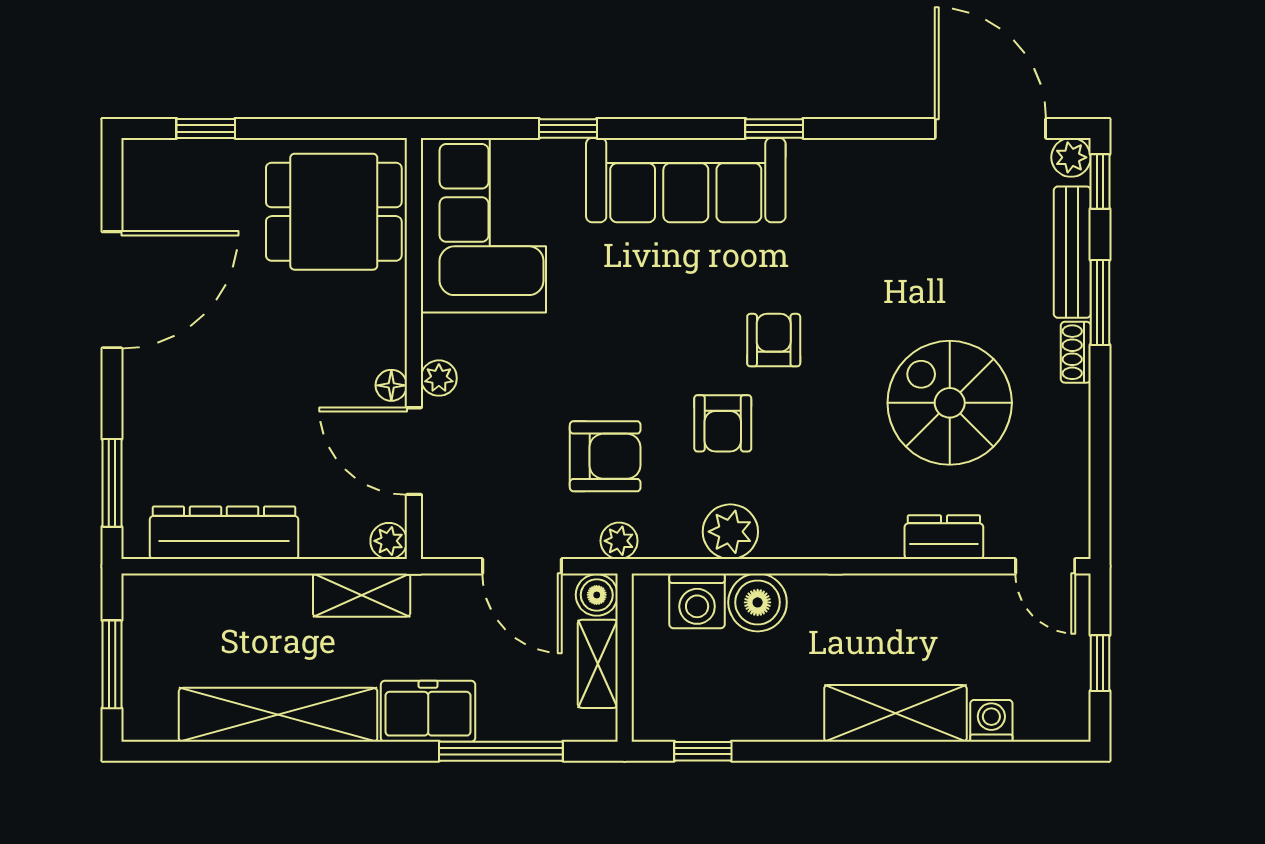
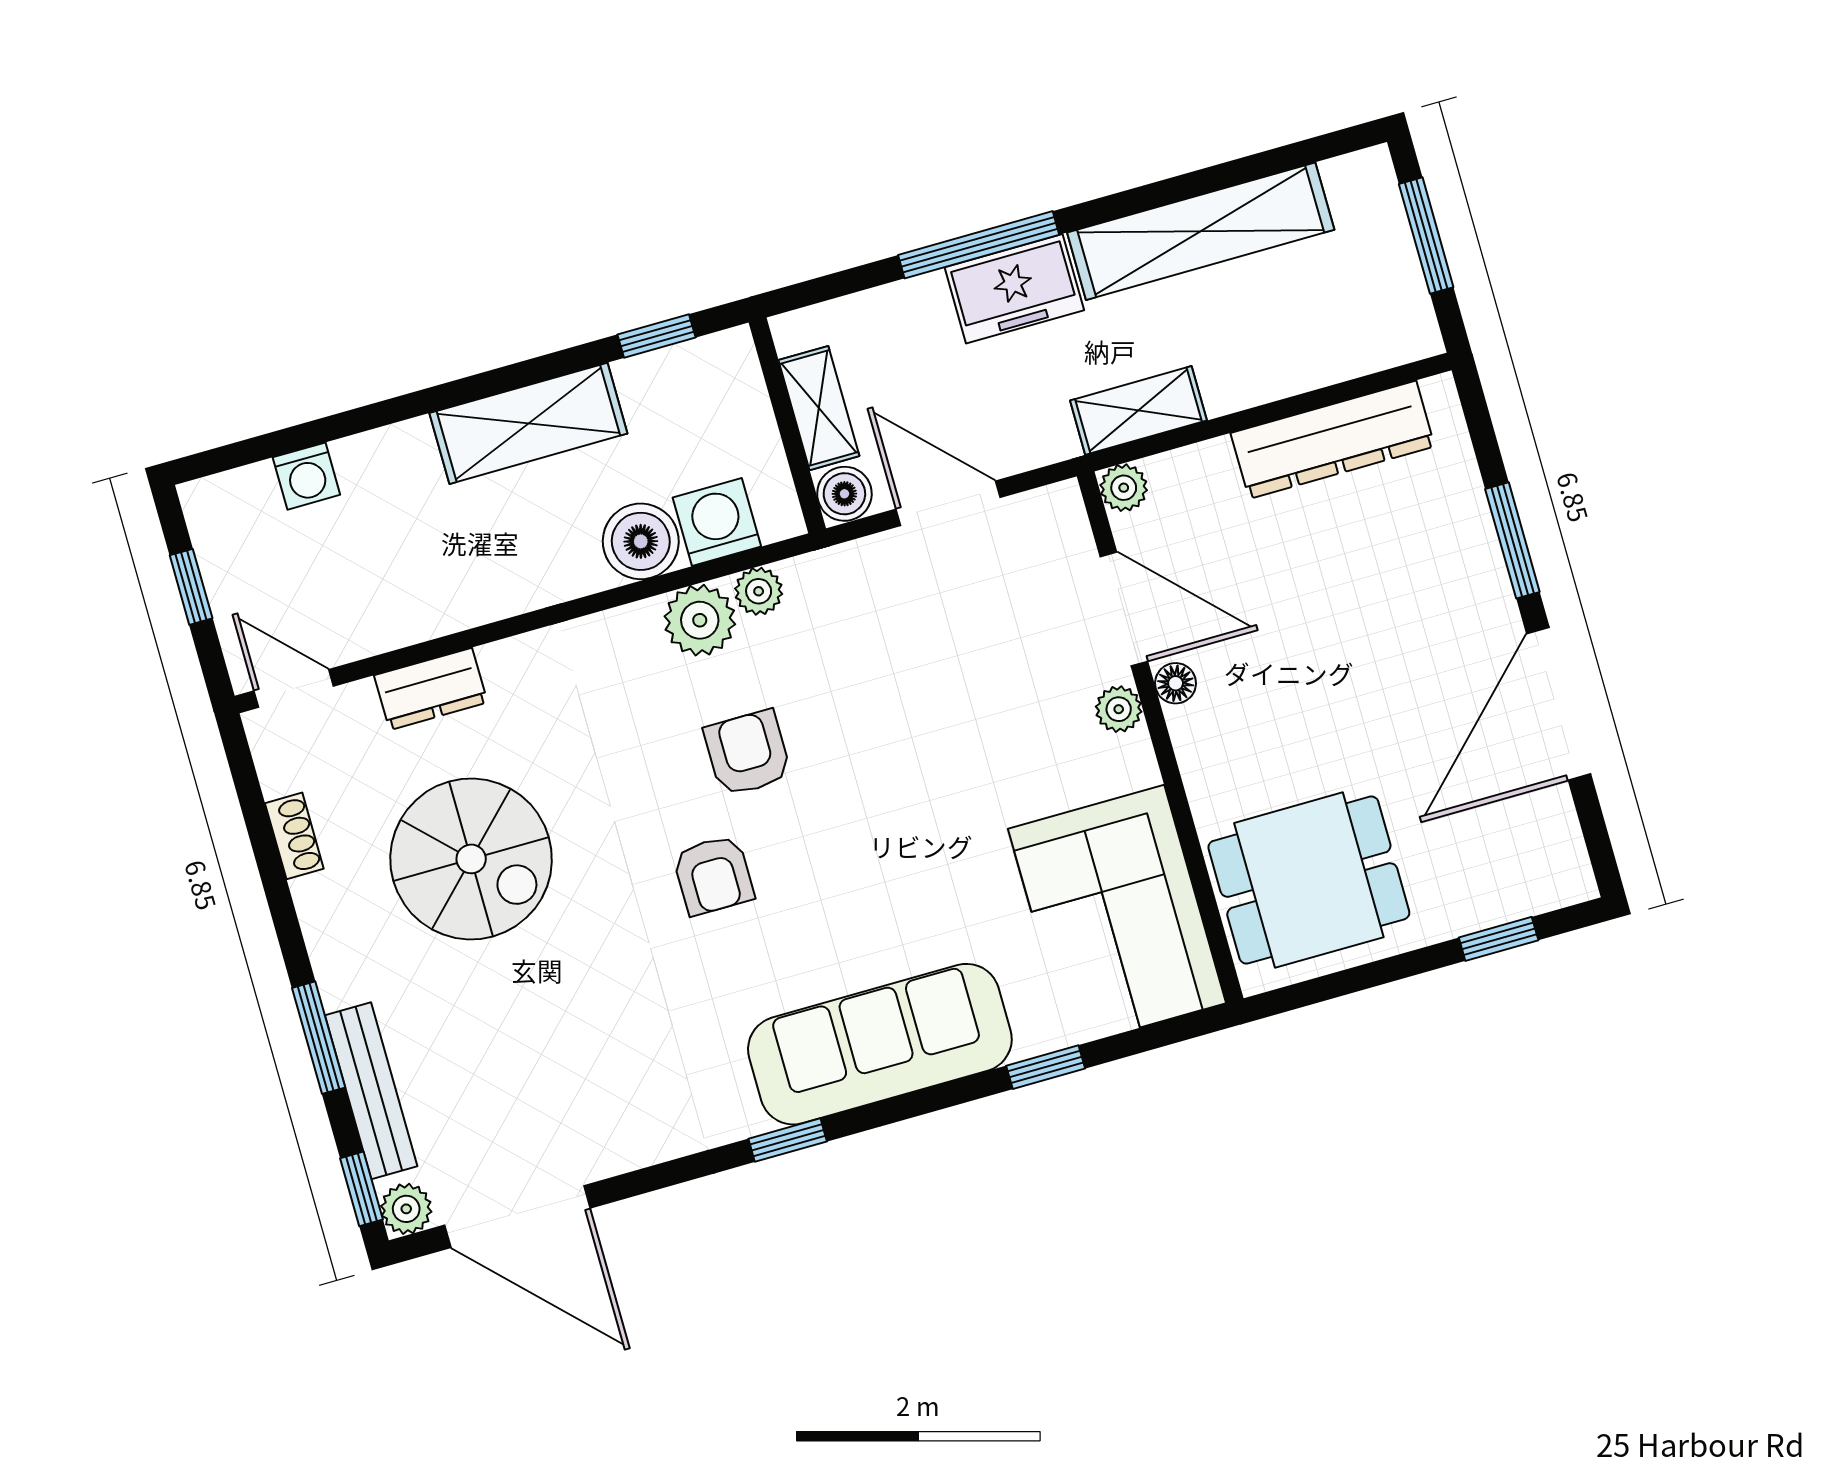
shoe rack: (1076, 352) -> (294, 836), moved
armchair: (605, 456) -> (883, 670), removed
window: (112, 483) -> (1512, 540), moved
plant: (619, 541) -> (759, 591), moved
shelving: (895, 713) -> (528, 423), moved
window: (501, 751) -> (979, 245), moved

